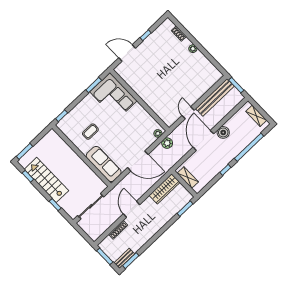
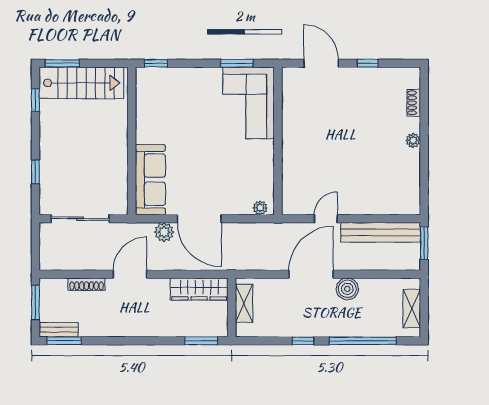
coffee table: (90, 132) -> (174, 120), removed
plant: (167, 143) -> (164, 232), moved
stairs: (46, 180) -> (81, 83), moved, turned 90

